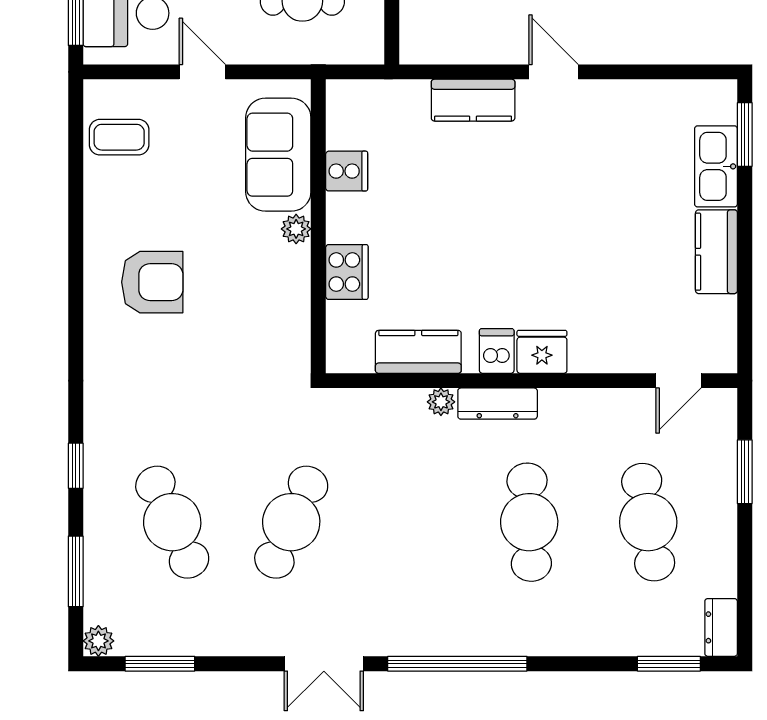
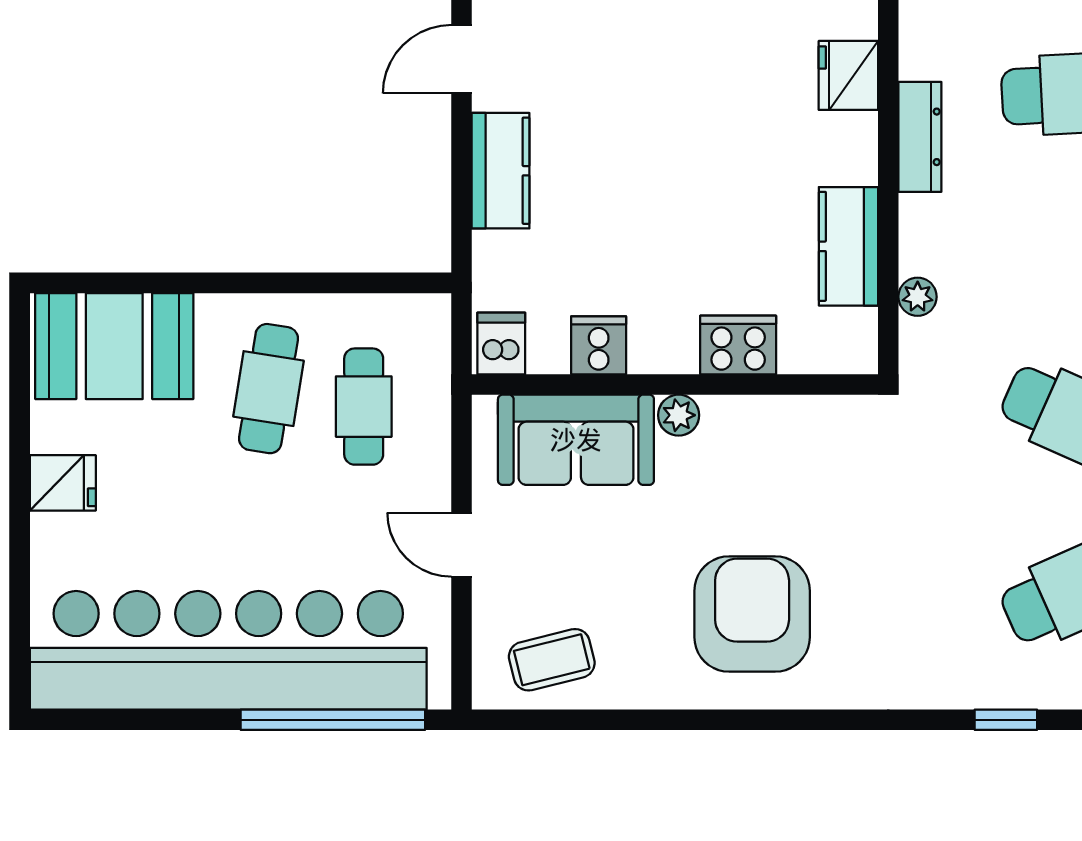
door: (202, 72) -> (462, 545), hinge flipped
coffee table: (119, 137) -> (552, 660), turned 76
armchair: (152, 282) -> (752, 614), width x1.36, depth x1.36
dishwasher: (497, 351) -> (501, 343), moved, turned 90
plant: (441, 402) -> (918, 297), moved

